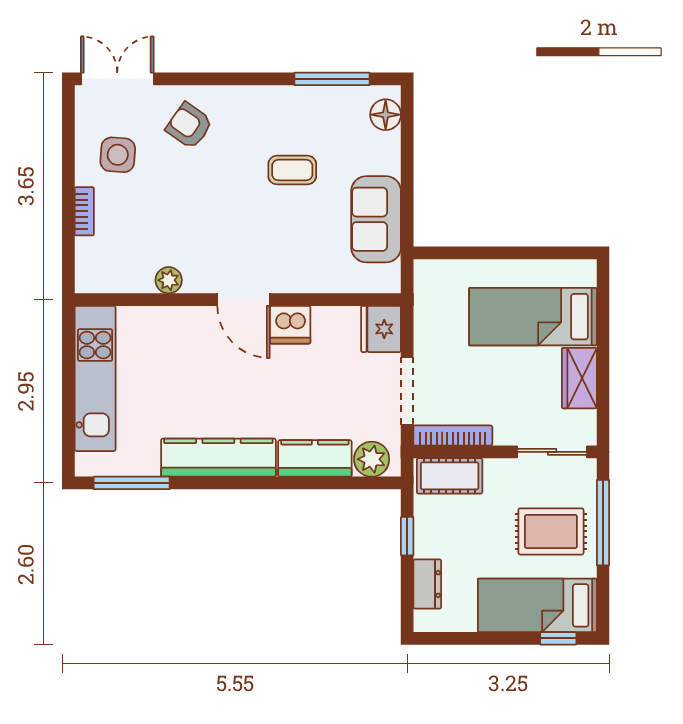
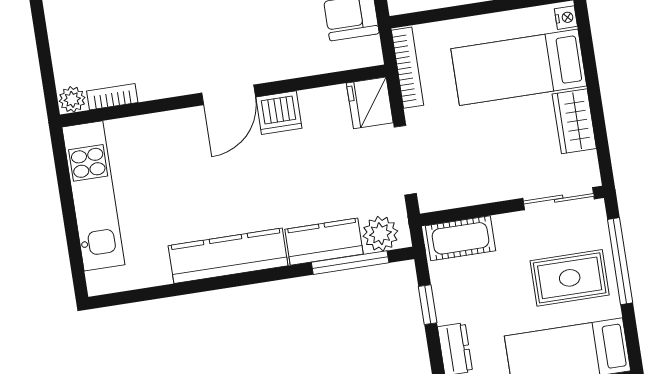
bookcase: (84, 211) -> (112, 97), moved, turned -90
nightstand: (587, 275) -> (566, 18), added
plant: (169, 280) -> (72, 99), moved
door: (243, 300) -> (229, 95), hinge flipped
bookcase: (453, 436) -> (408, 68), moved, turned 90
window: (132, 483) -> (350, 263), moved

